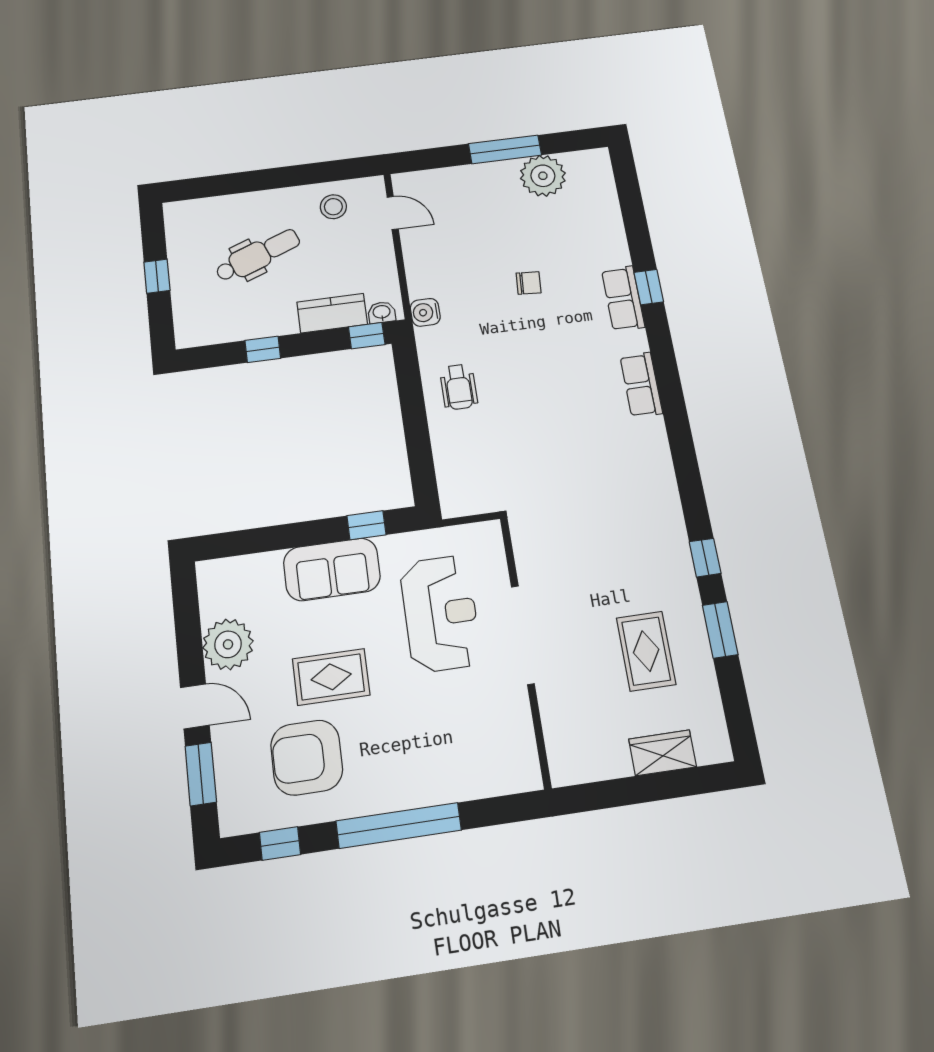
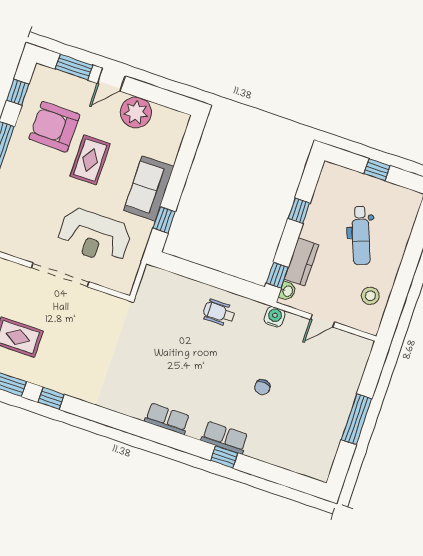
plant: (543, 176) -> (327, 433), removed
door: (393, 213) -> (323, 321), moved
armchair: (307, 758) -> (54, 127), turned -89

